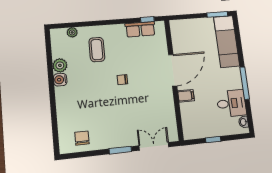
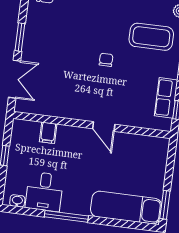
coffee table: (97, 50) -> (151, 37), width x1.36, depth x1.32
door: (173, 70) -> (104, 127), width x0.53
filing cabinet: (186, 96) -> (48, 133), moved

